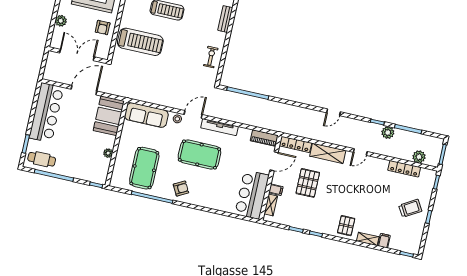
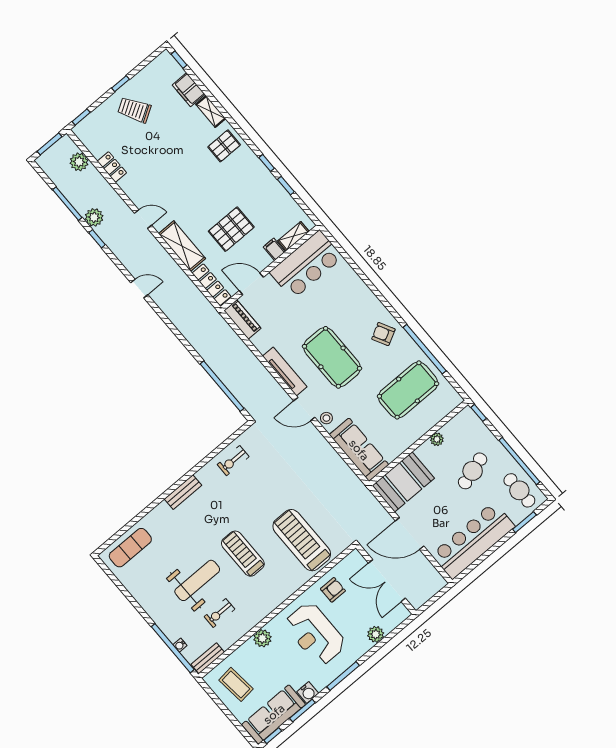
cafe table: (75, 151) -> (473, 471), added
locker: (404, 169) -> (112, 167), width x0.66
filing cabinet: (384, 241) -> (189, 90), width x2.00

